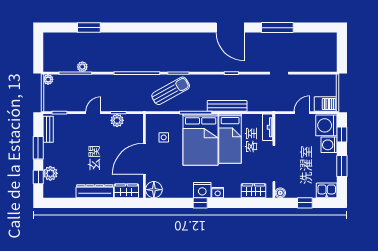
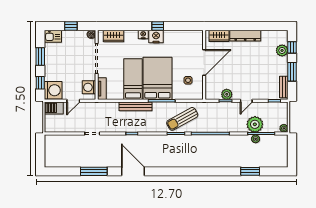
plant: (83, 84) -> (255, 124), added
washing machine: (329, 145) -> (89, 87), moved, turned 180
floor lamp: (154, 190) -> (196, 37), removed

